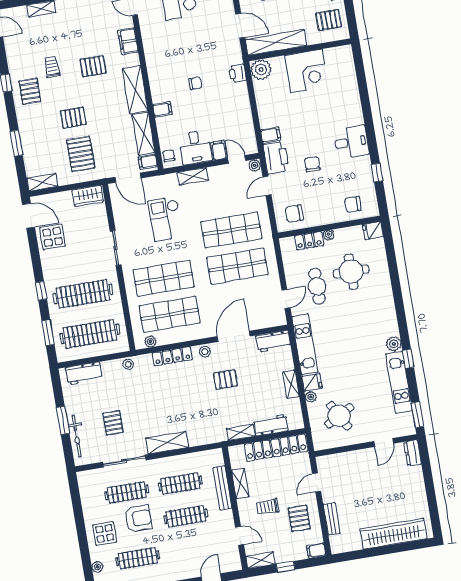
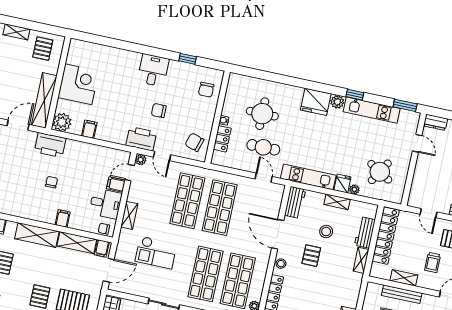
printer: (238, 73) -> (50, 145), width x1.87, depth x1.48
filing cabinet: (271, 135) -> (89, 129), moved
chair: (294, 214) -> (194, 142), turned 107
fridge: (373, 231) -> (316, 102), moved, width x1.88, depth x1.34
stool: (256, 385) -> (326, 232), added
round table: (339, 416) -> (380, 172), turned -30

